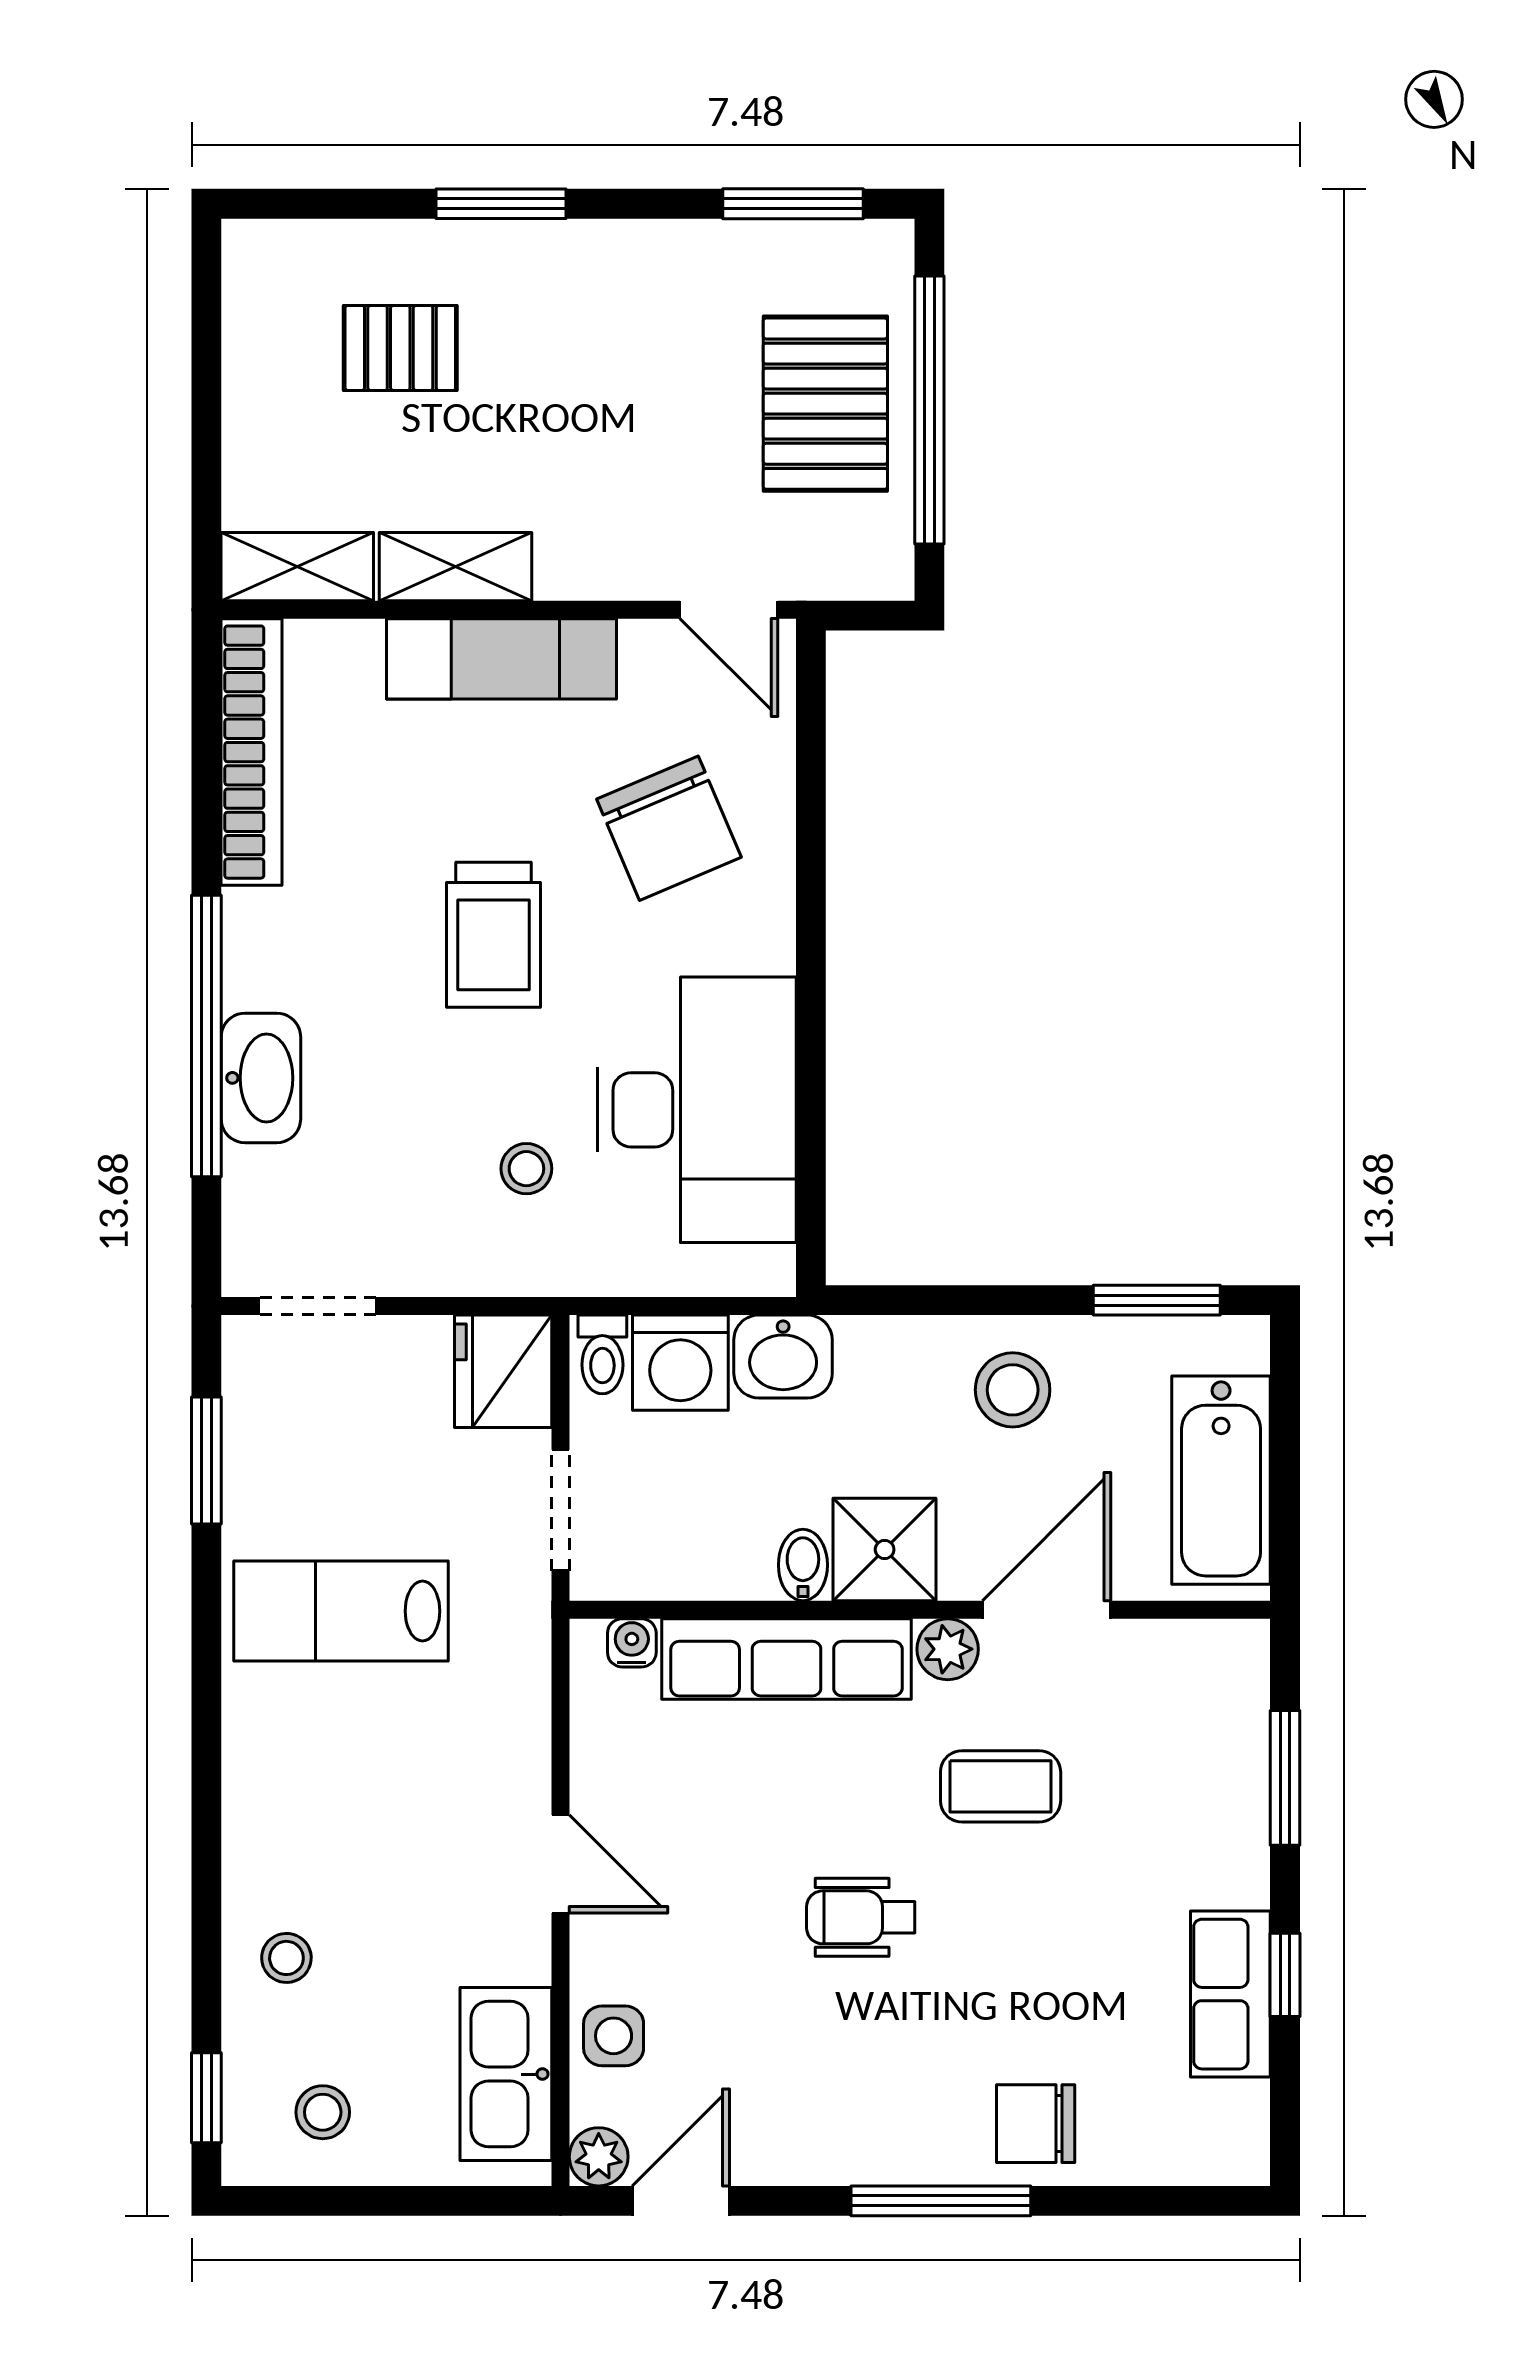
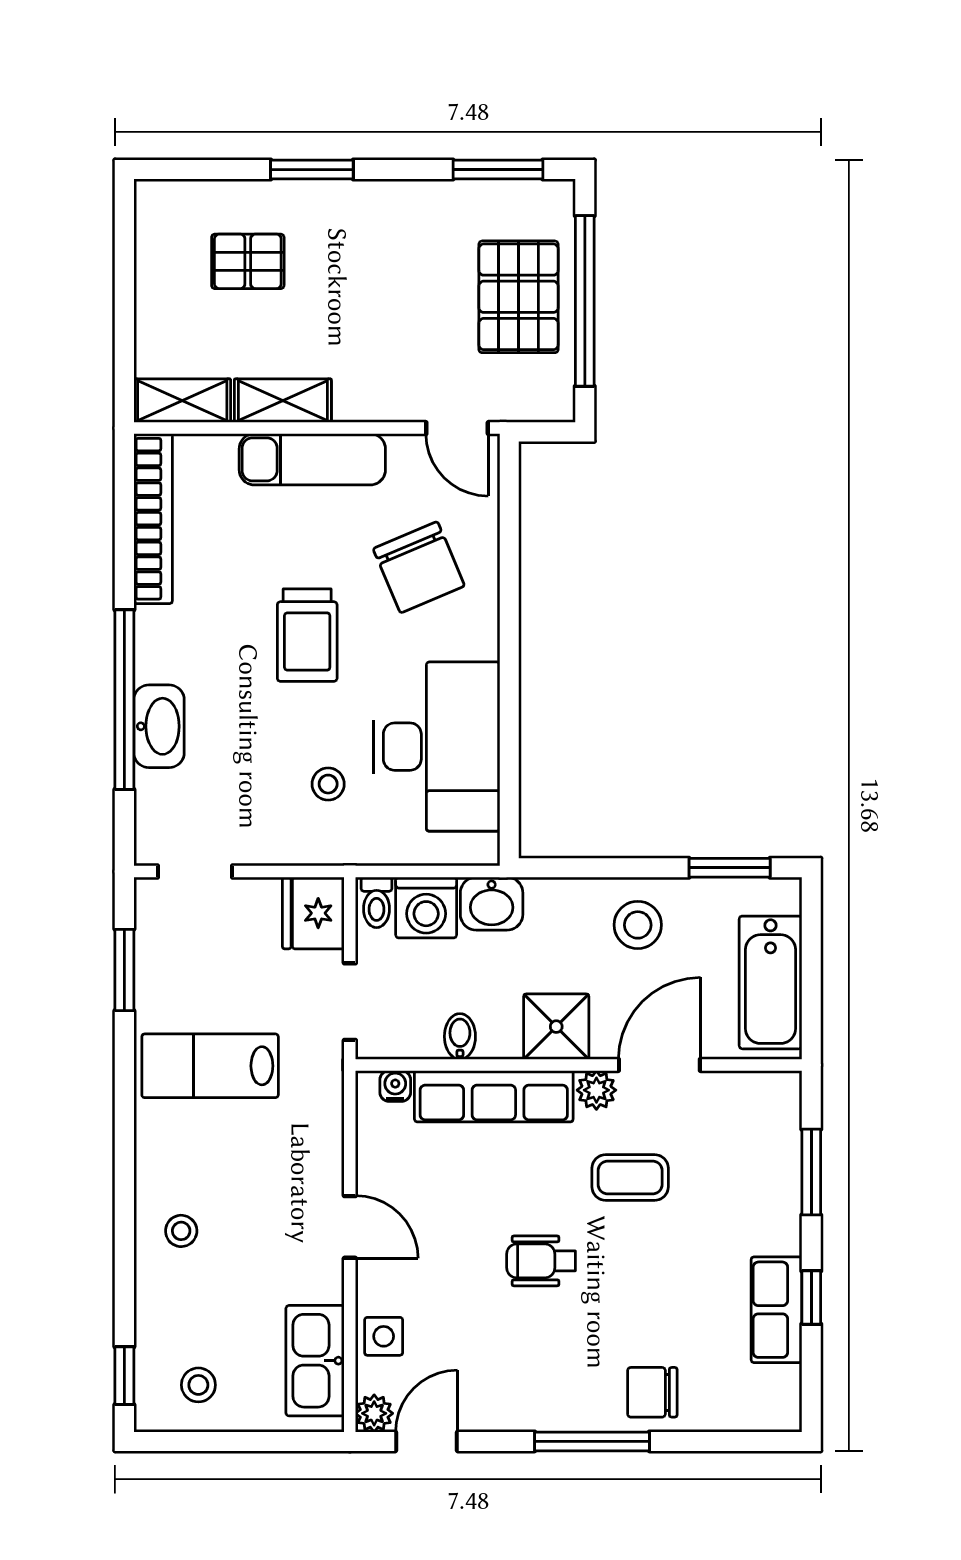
bidet: (803, 1565) -> (460, 1036), moved
stool: (286, 1958) -> (181, 1231), moved

